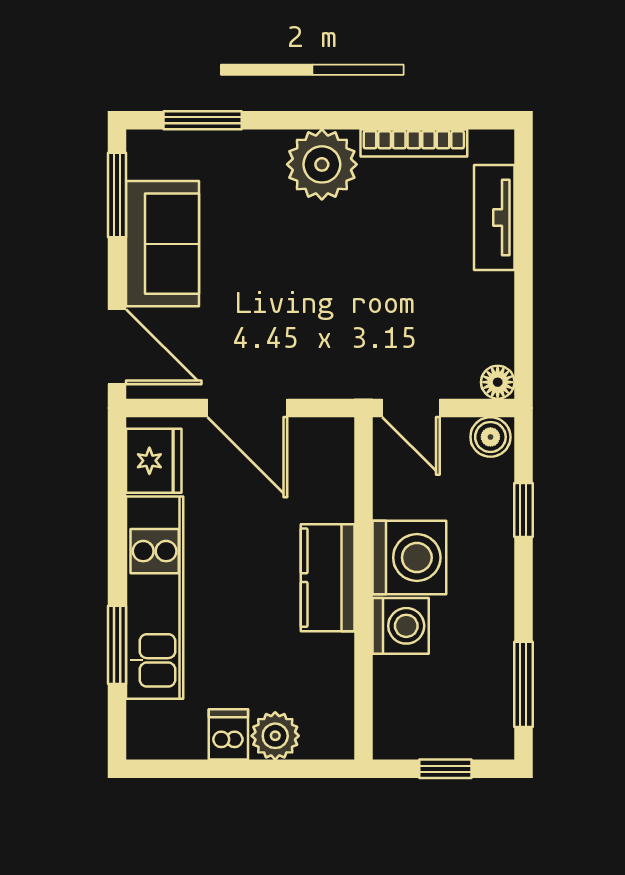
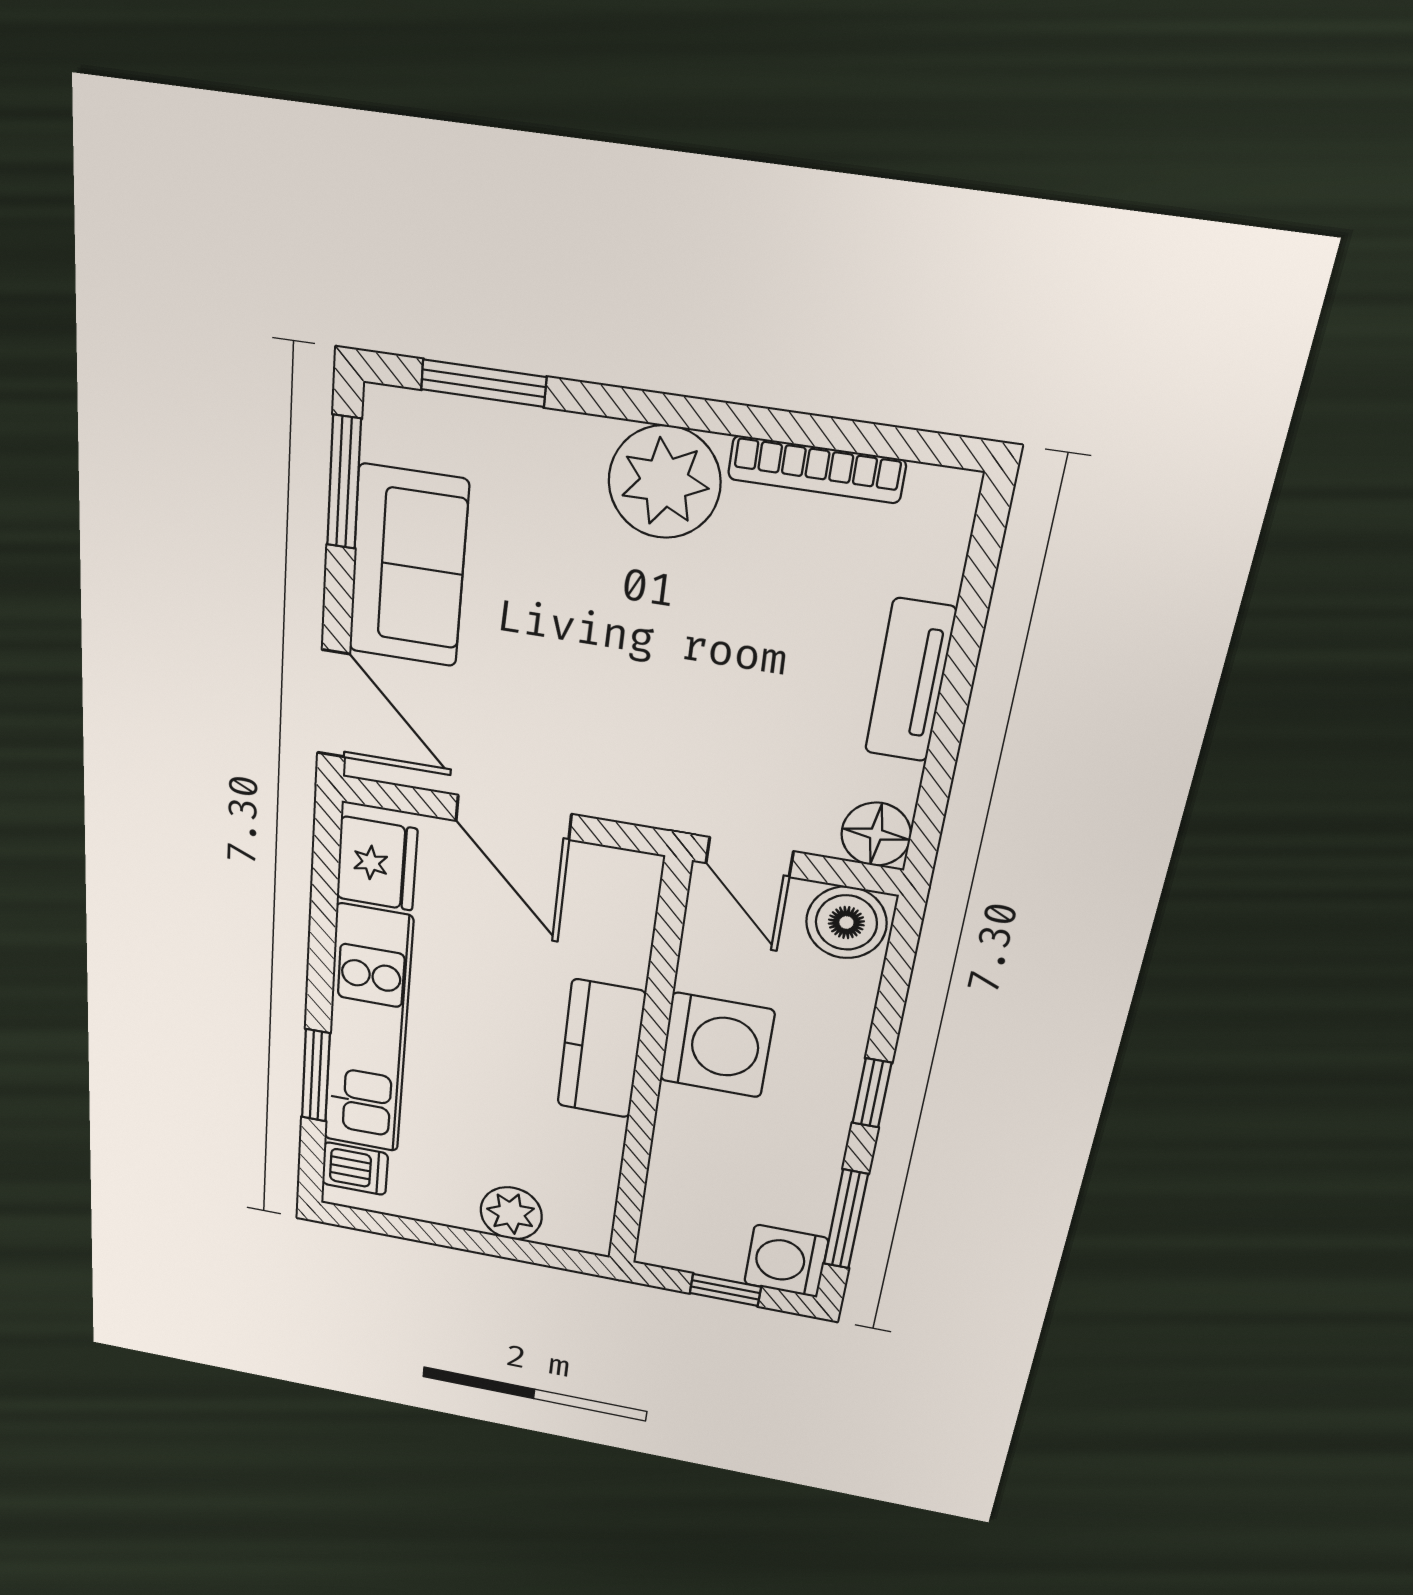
tv unit: (494, 218) -> (910, 681), moved
floor lamp: (498, 382) -> (876, 834), width x1.37, depth x1.37
boiler: (490, 437) -> (846, 922), width x1.36, depth x1.36
window: (523, 510) -> (872, 1093), moved
washing machine: (401, 626) -> (786, 1261), moved, turned 180
dishwasher: (228, 734) -> (355, 1169), moved, turned 90

